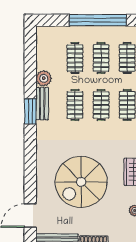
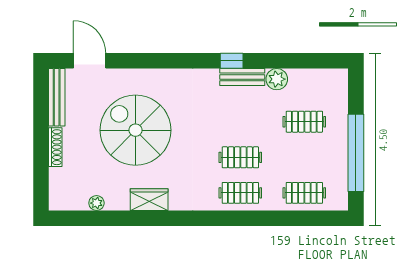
clothes rail: (101, 58) -> (304, 157), removed
clothes rail: (75, 105) -> (240, 122), removed
window: (30, 111) -> (232, 61), width x0.67

